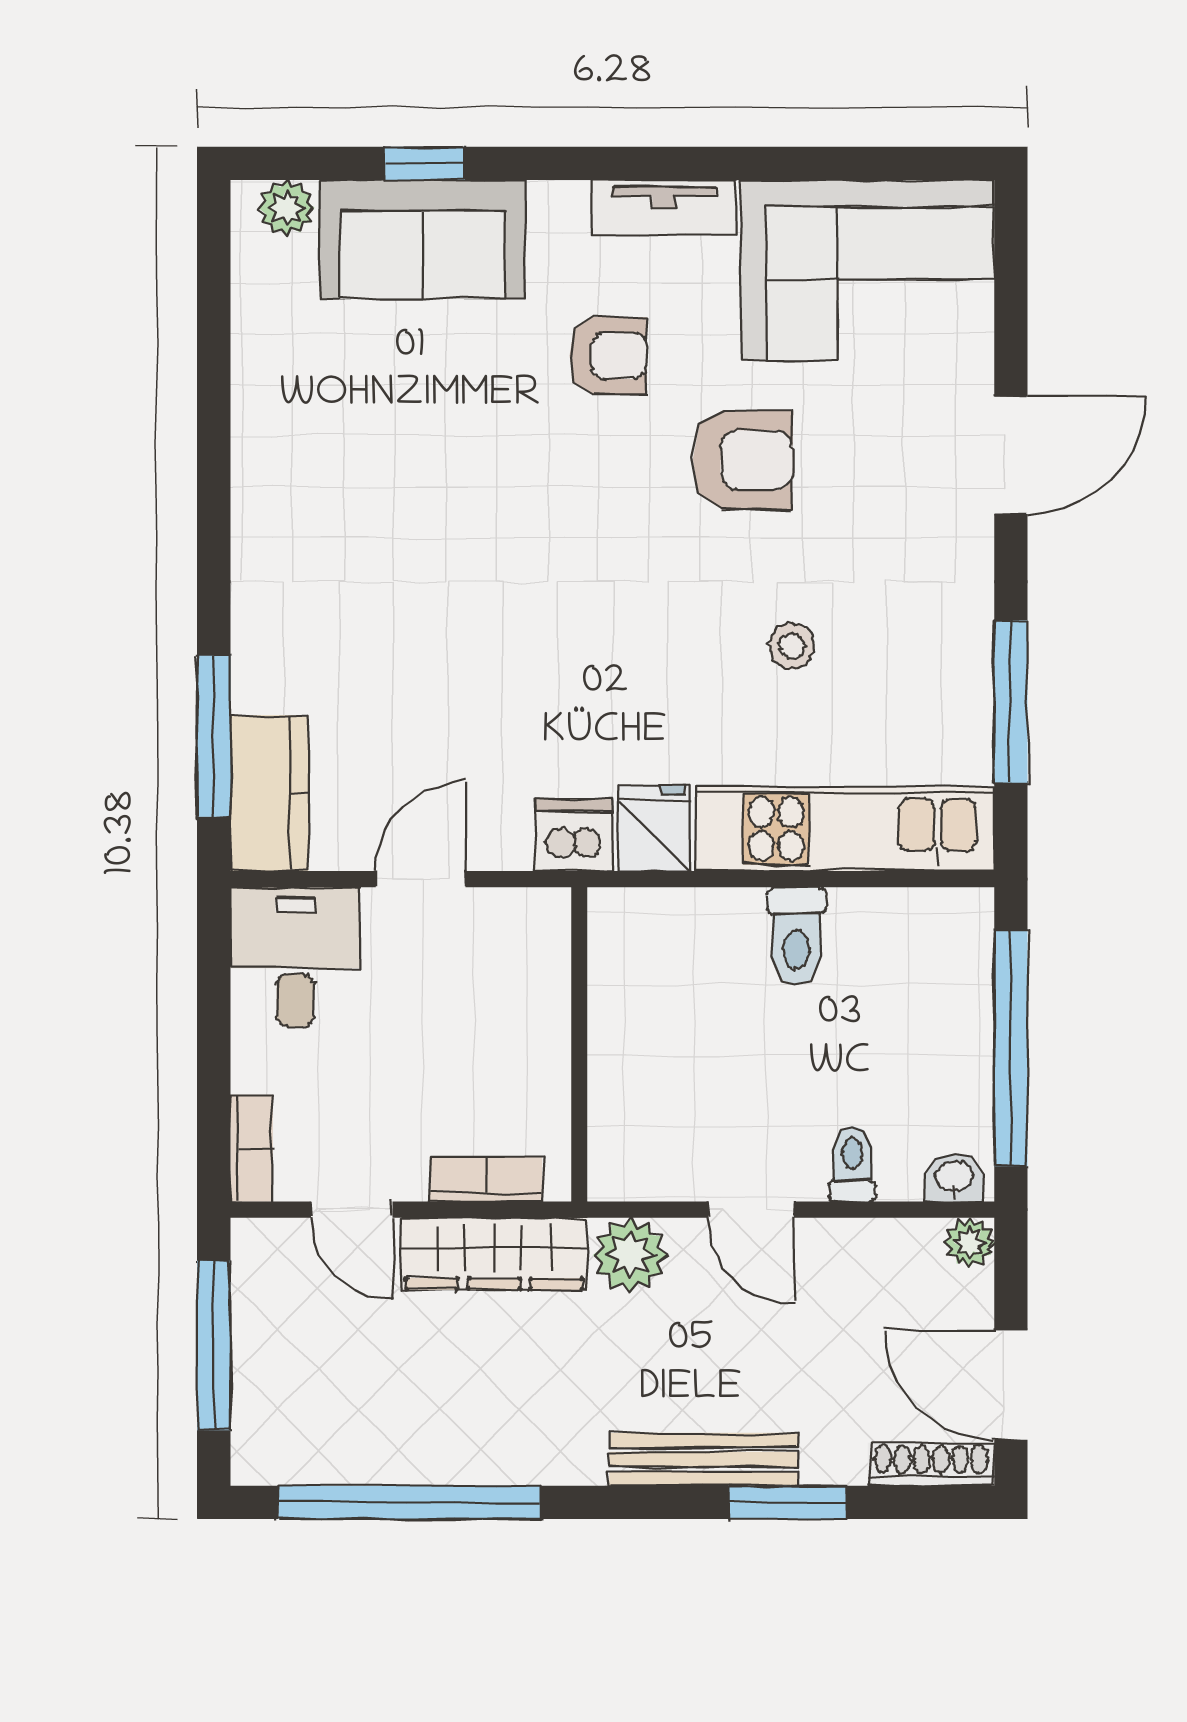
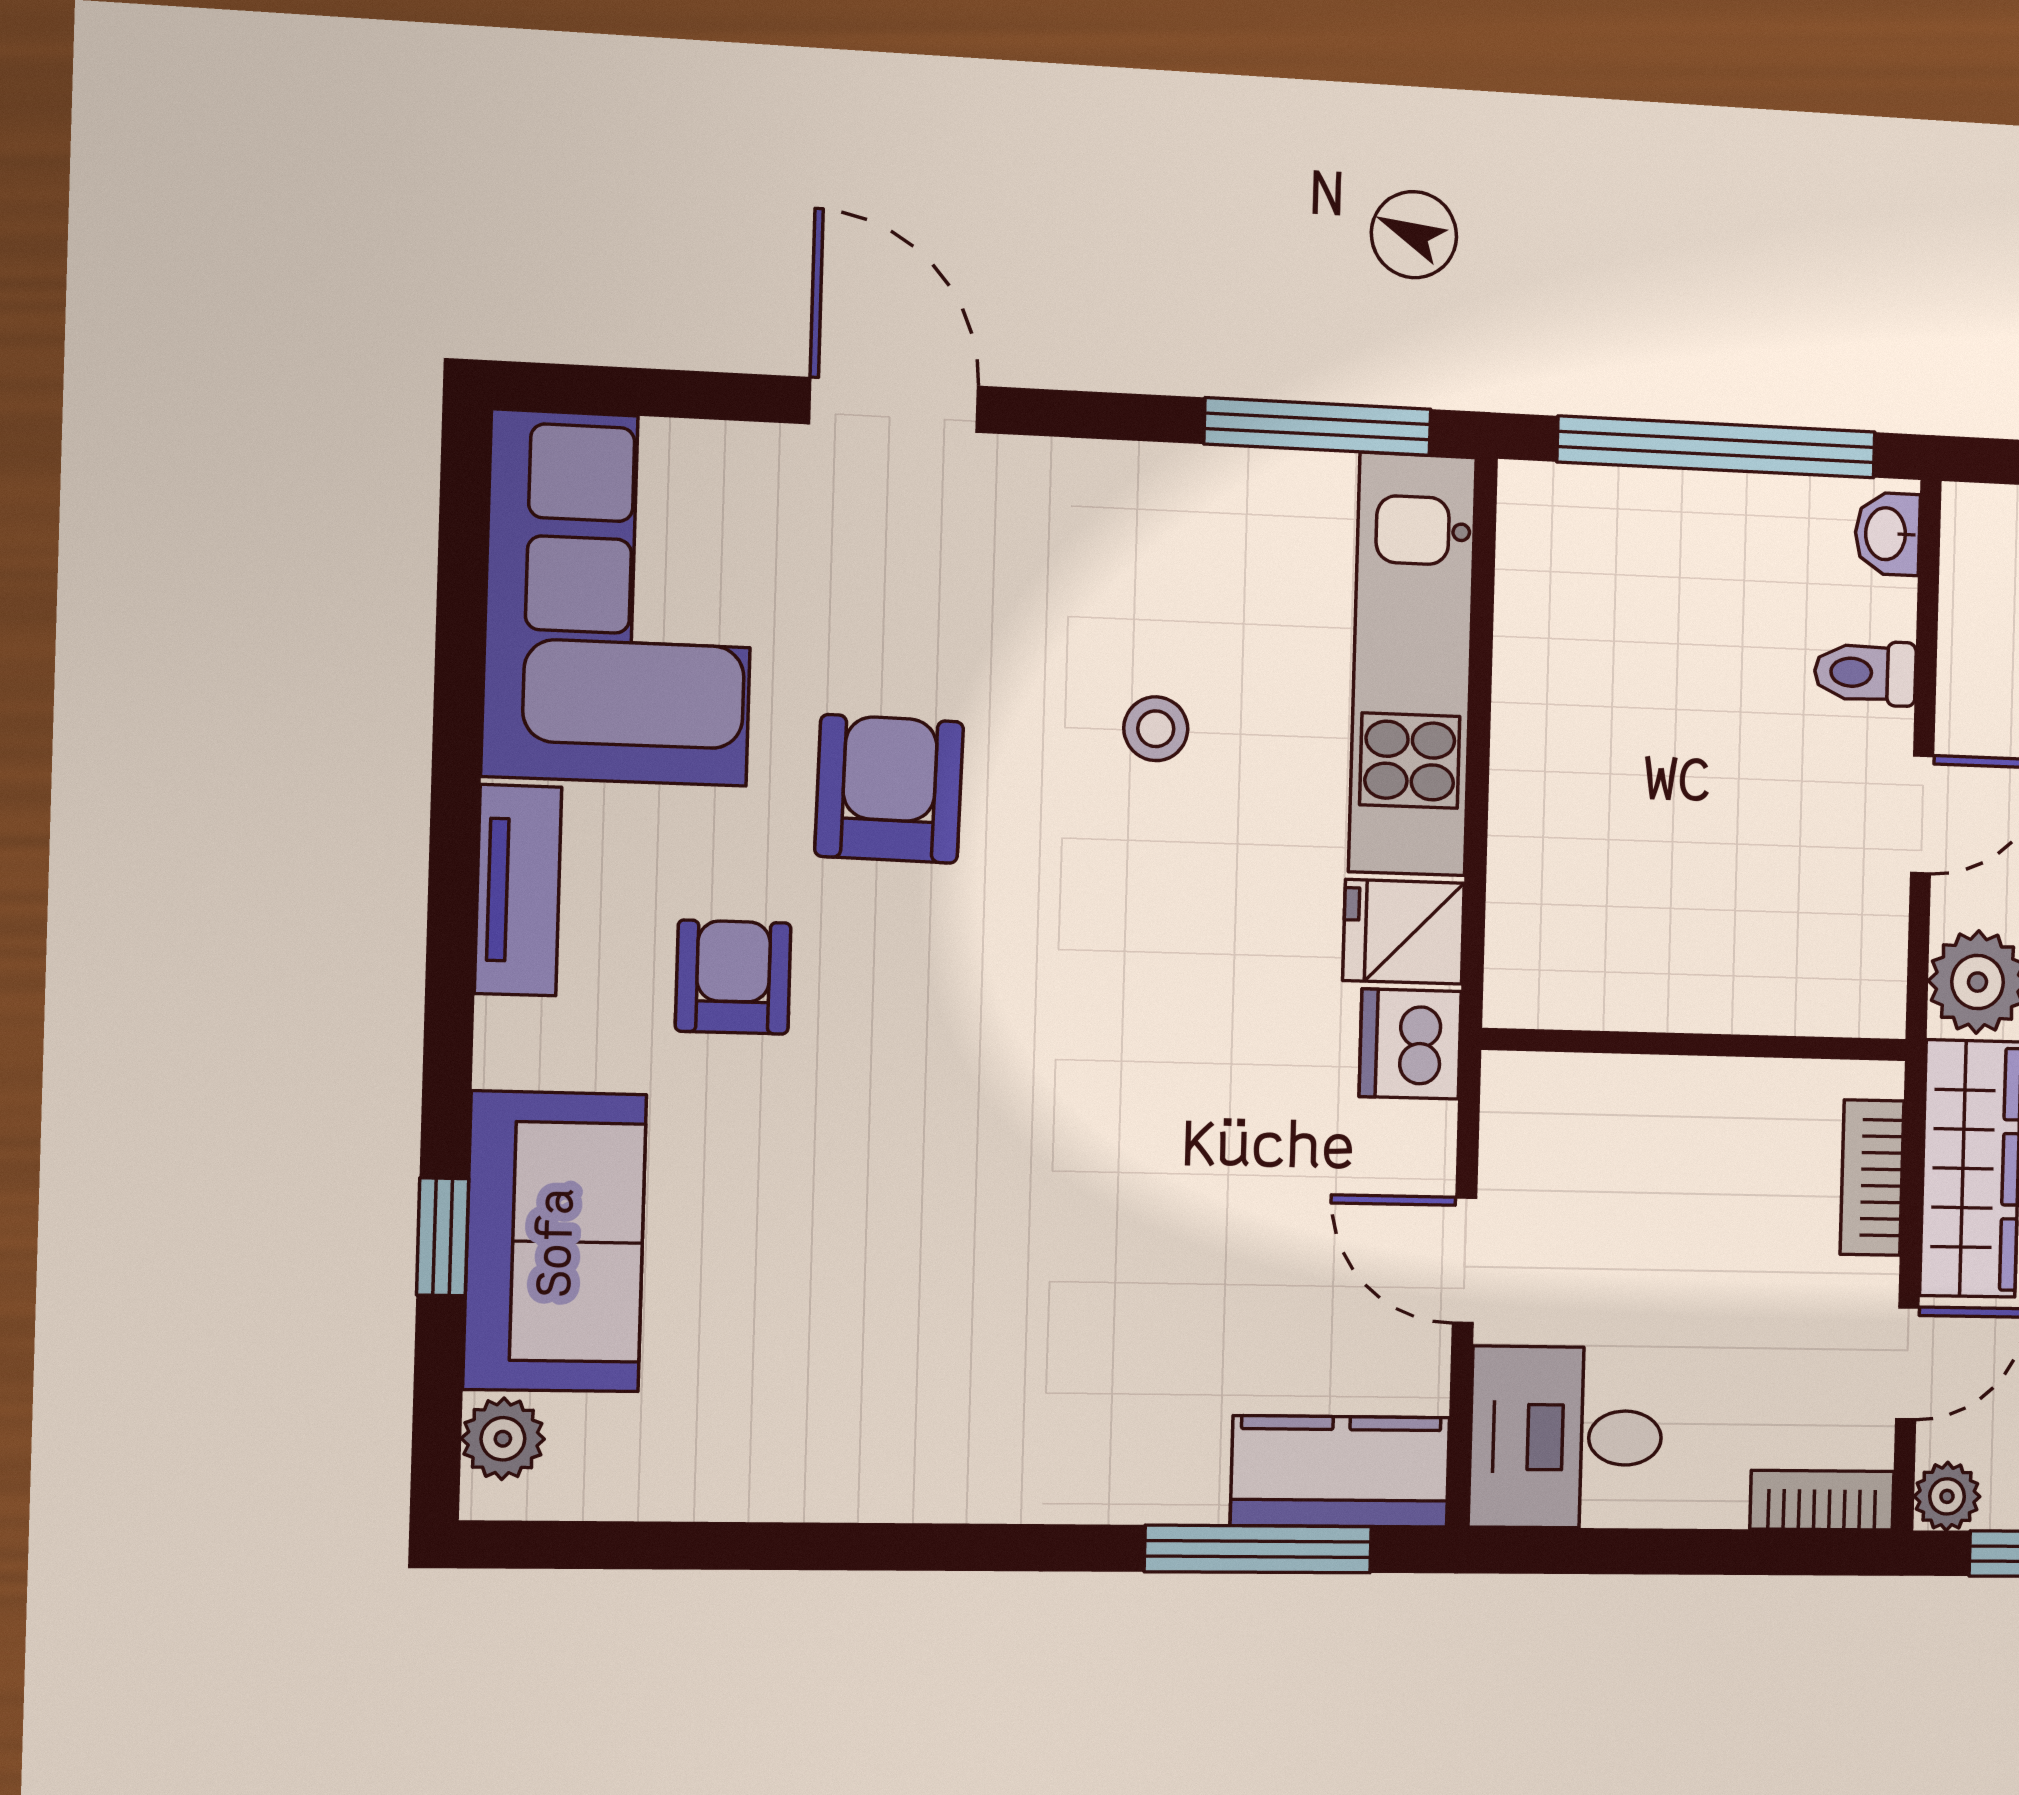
window: (1011, 702) -> (1318, 427), moved
toilet: (796, 936) -> (1557, 738), removed
plant: (969, 1242) -> (1947, 1496), moved

